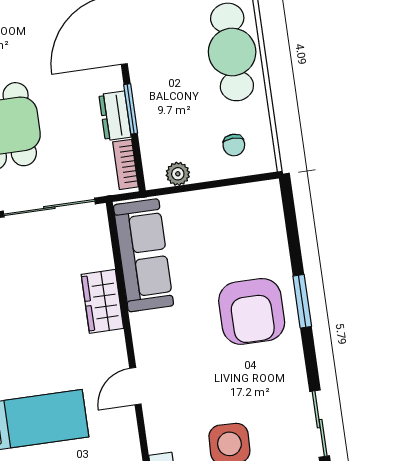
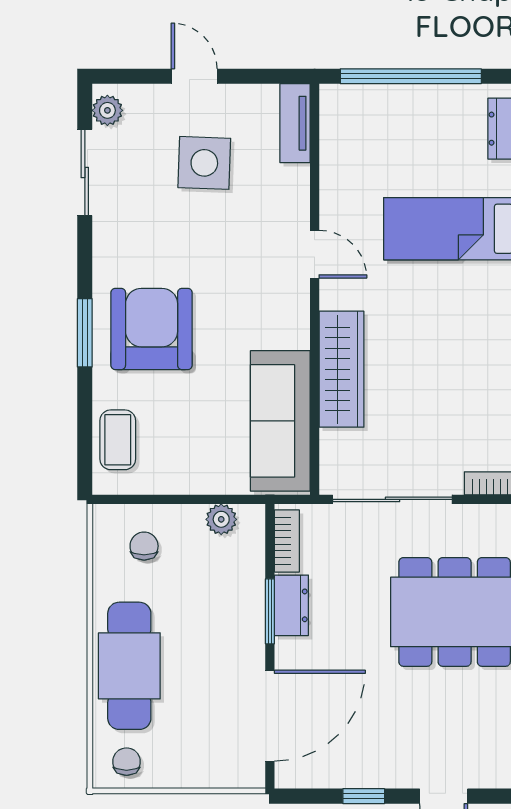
coffee table: (265, 223) -> (118, 440), added
wardrobe: (102, 301) -> (341, 369), width x1.50
door: (135, 386) -> (315, 254), hinge flipped

